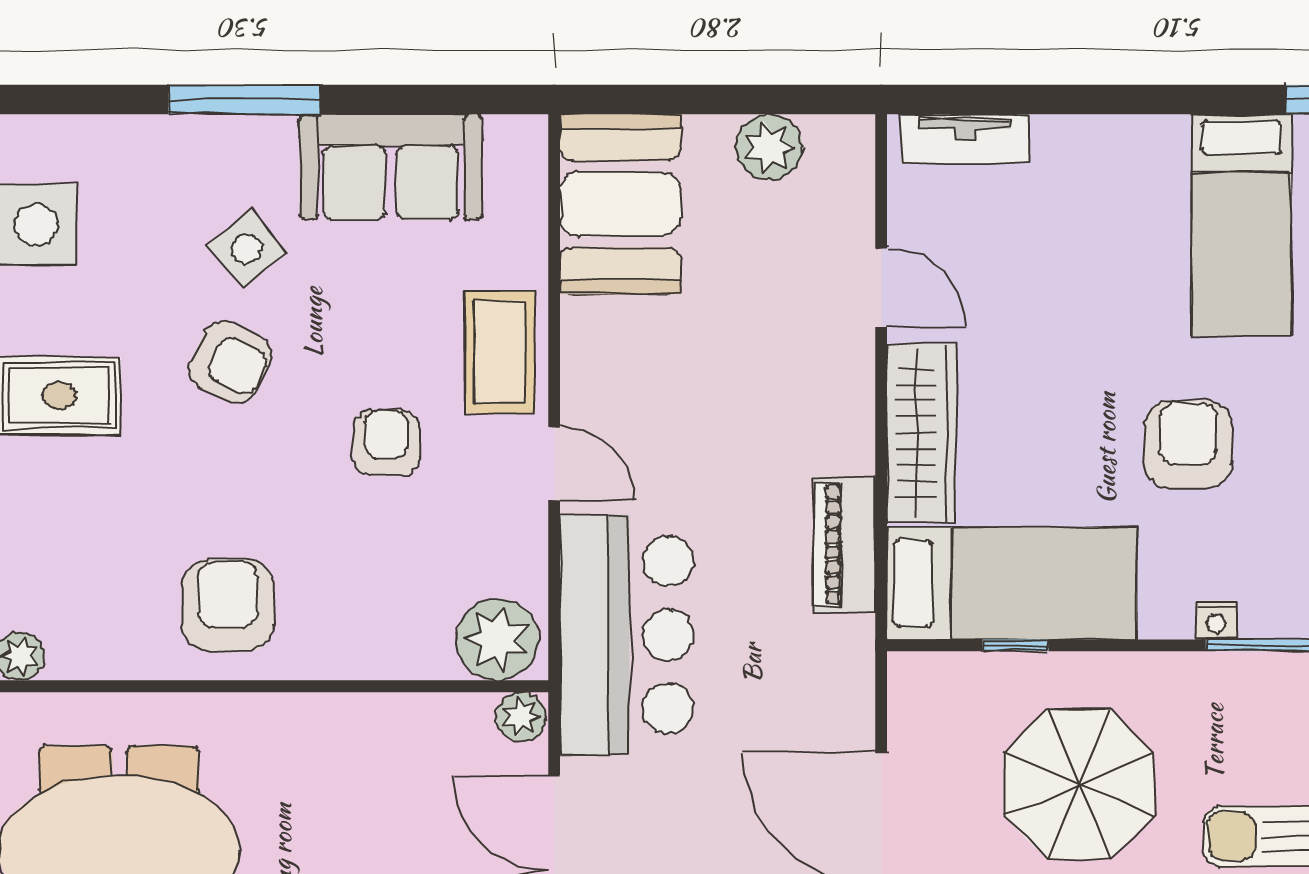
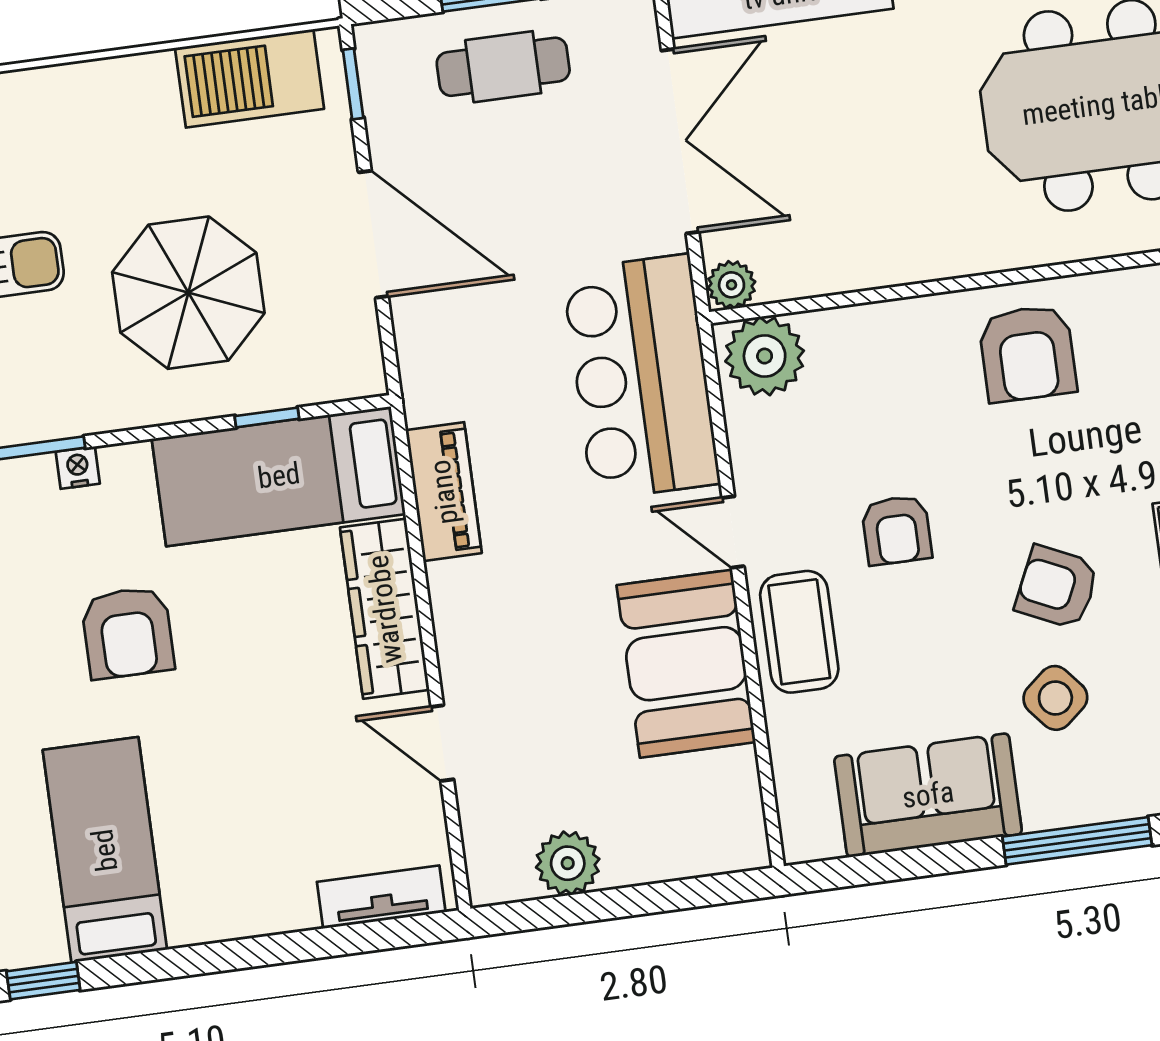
booth: (620, 204) -> (686, 664), moved

